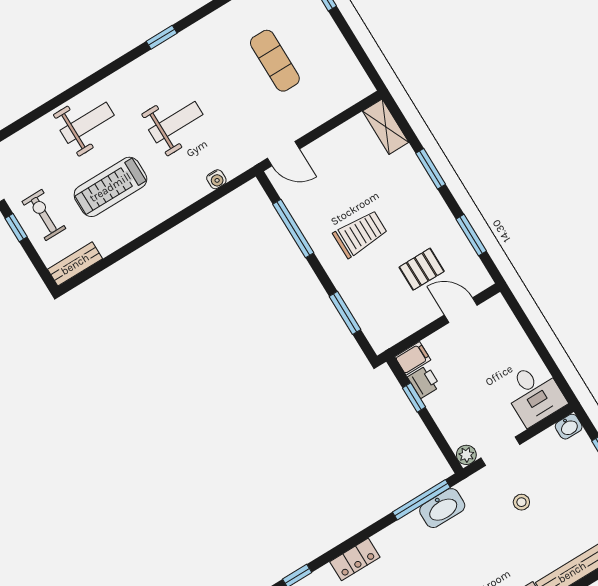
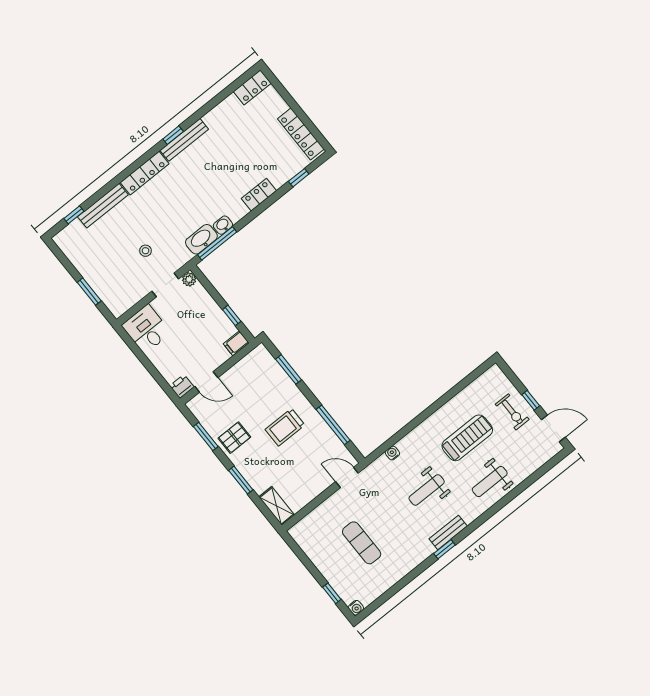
bench: (75, 264) -> (448, 532), moved
pallet: (422, 269) -> (234, 438), moved
printer: (424, 382) -> (182, 386), moved, turned 90
washbasin: (569, 427) -> (223, 225), moved

